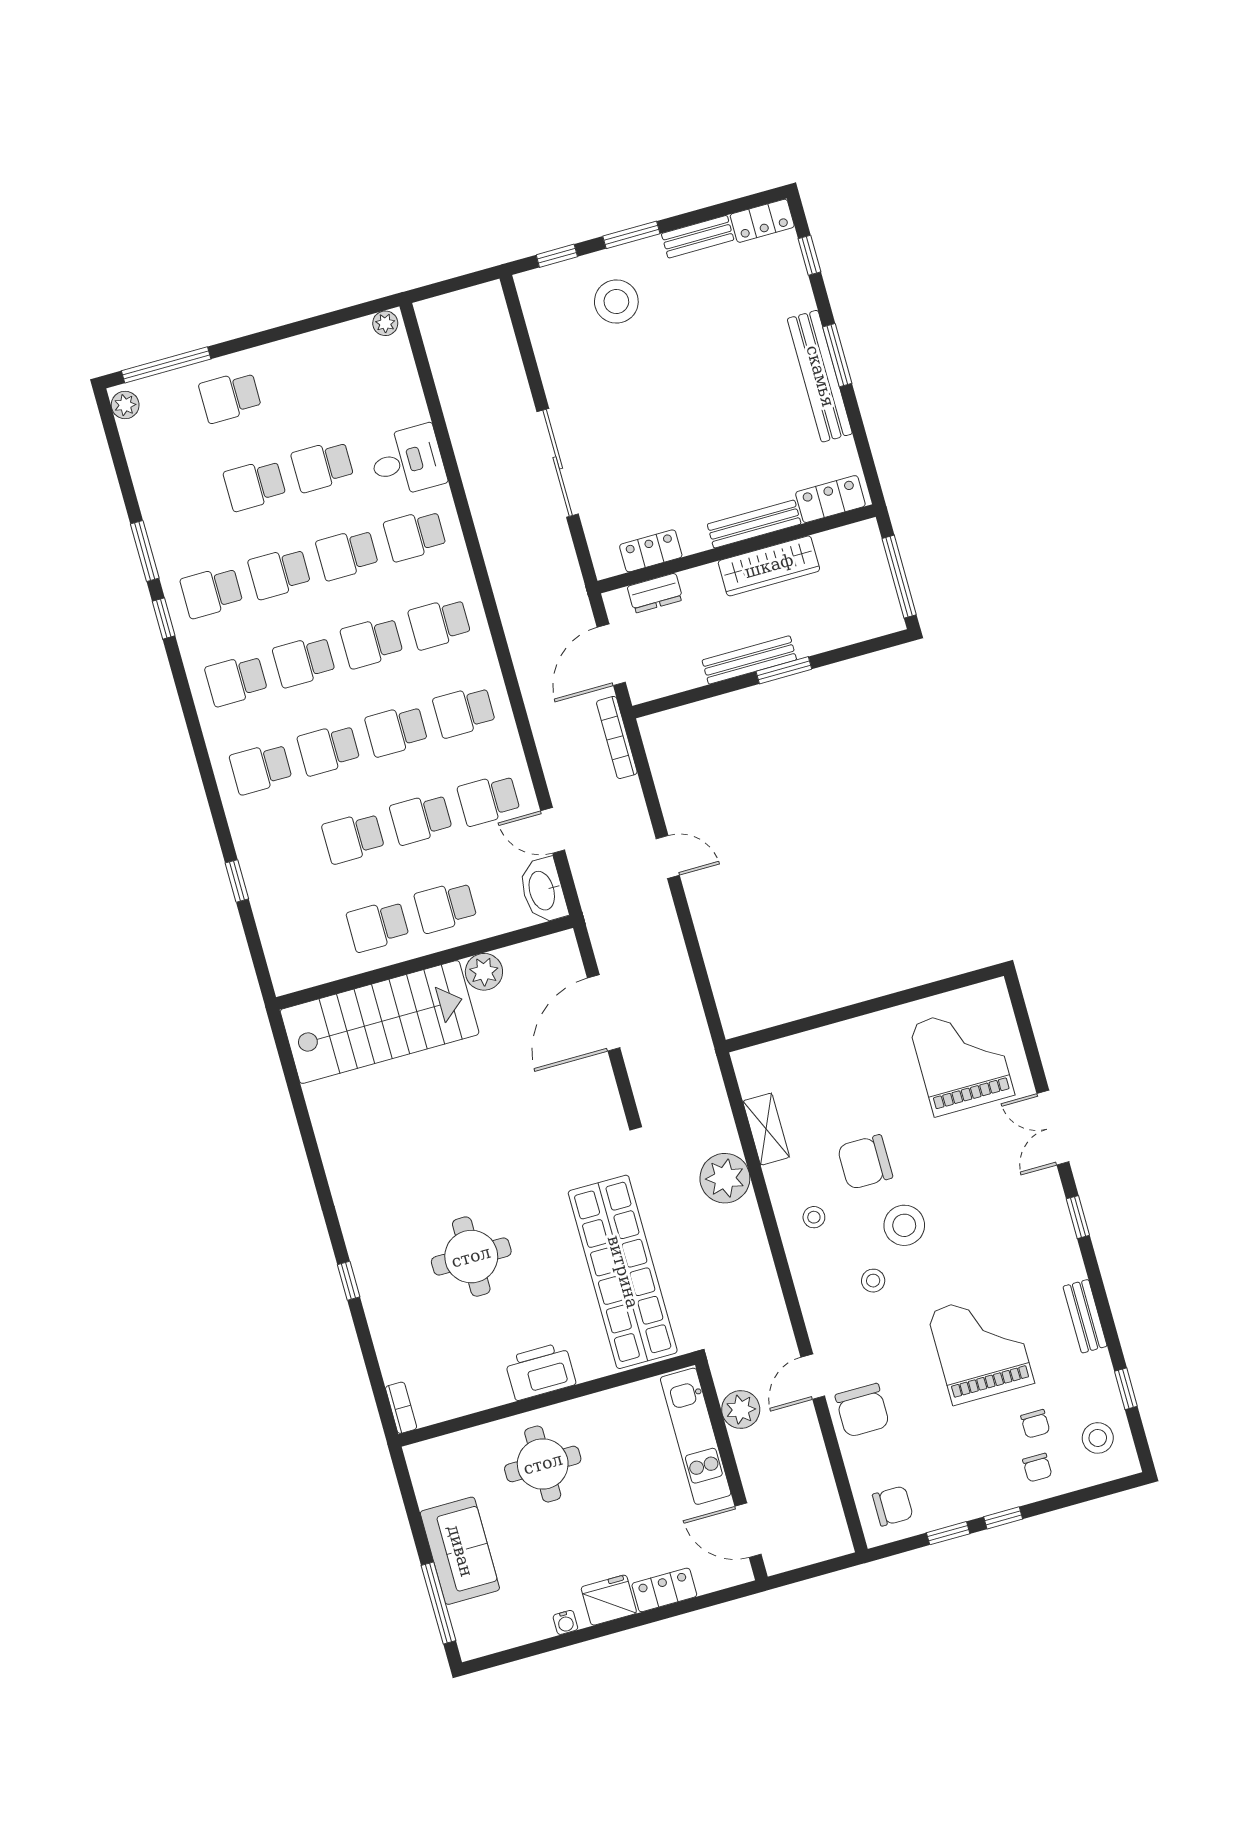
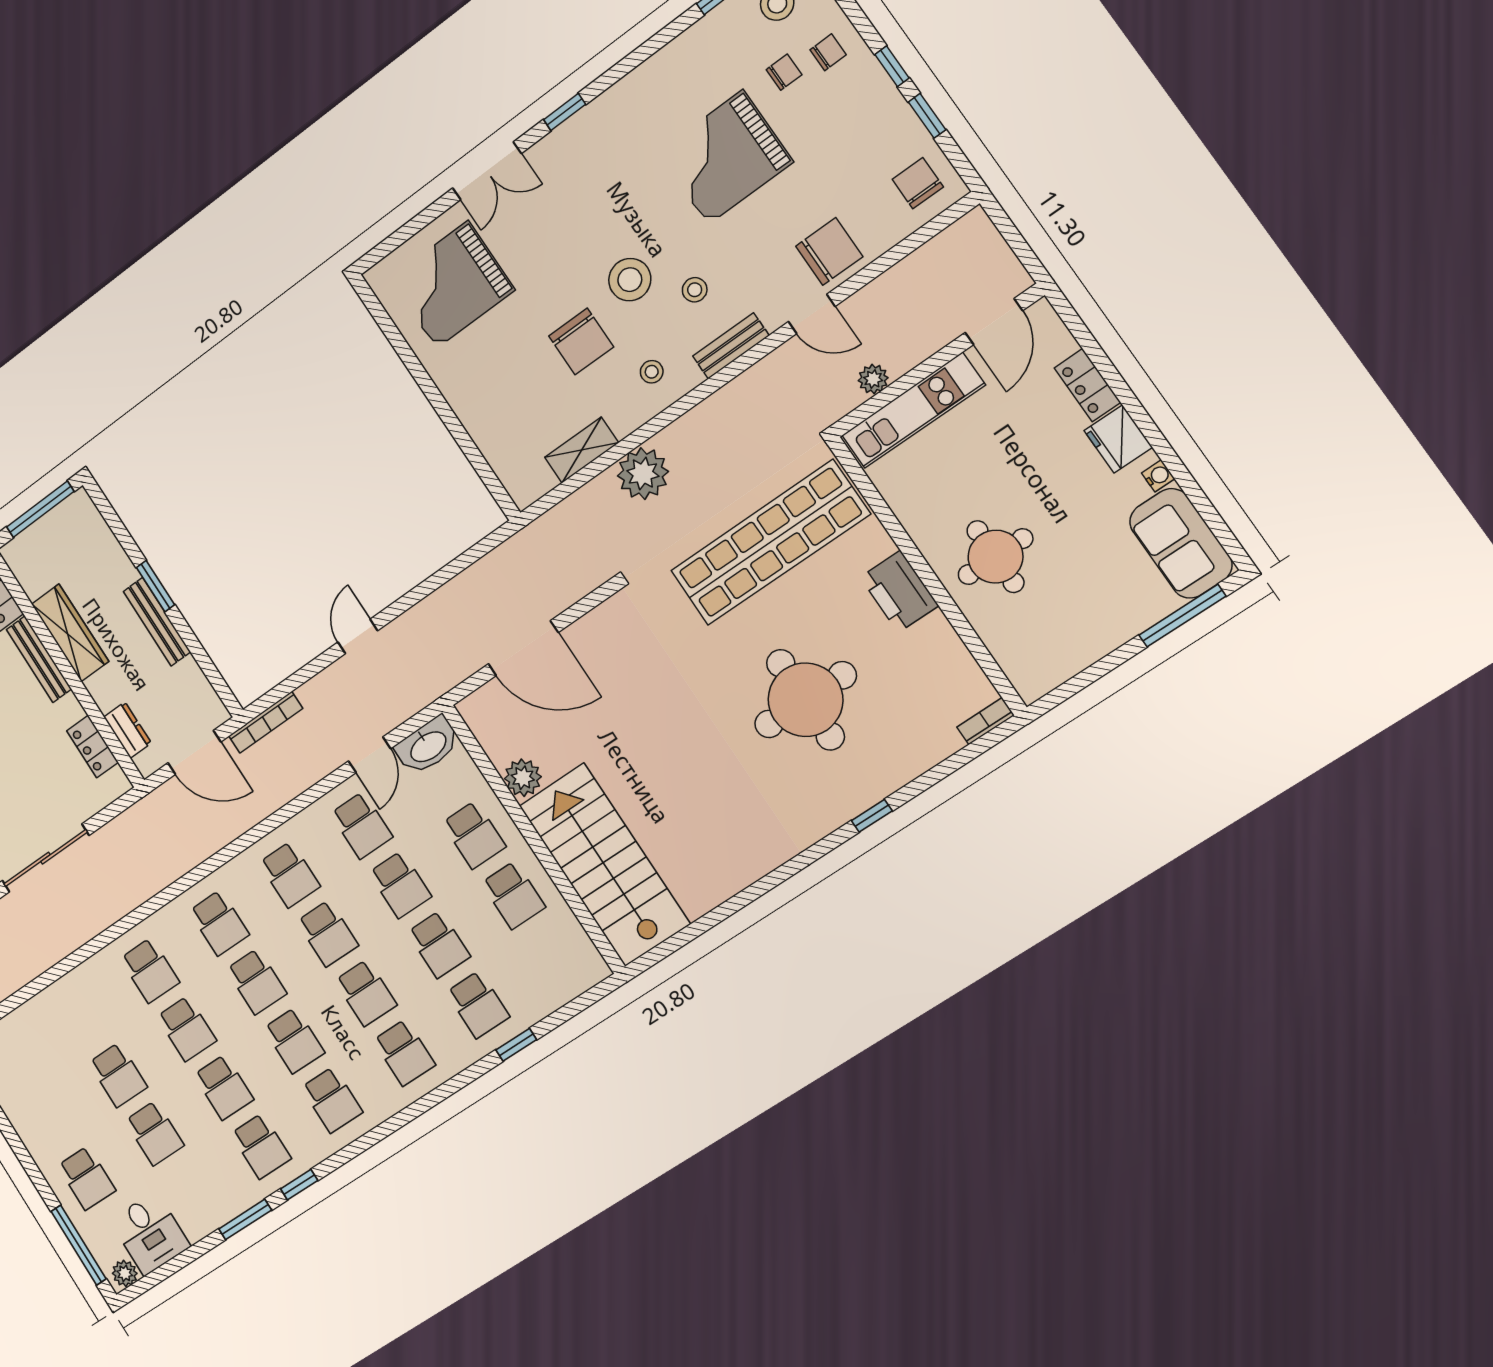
desk: (407, 461) -> (150, 1233), moved, turned 180
school desk: (285, 857) -> (478, 1004), added
round table: (471, 1257) -> (805, 700), width x1.36, depth x1.36
bench: (1085, 1316) -> (731, 346), moved
plant: (741, 1409) -> (873, 379), width x0.73, depth x0.73
sofa: (460, 1551) -> (1181, 543), moved, turned -90

